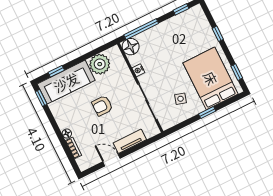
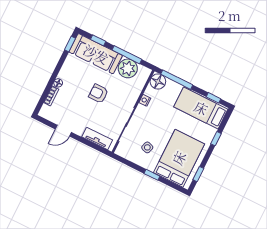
bed: (181, 27) -> (201, 108), added
window: (87, 56) -> (127, 55), added
tv unit: (130, 141) -> (97, 138), moved
door: (111, 160) -> (63, 131), swing flipped

